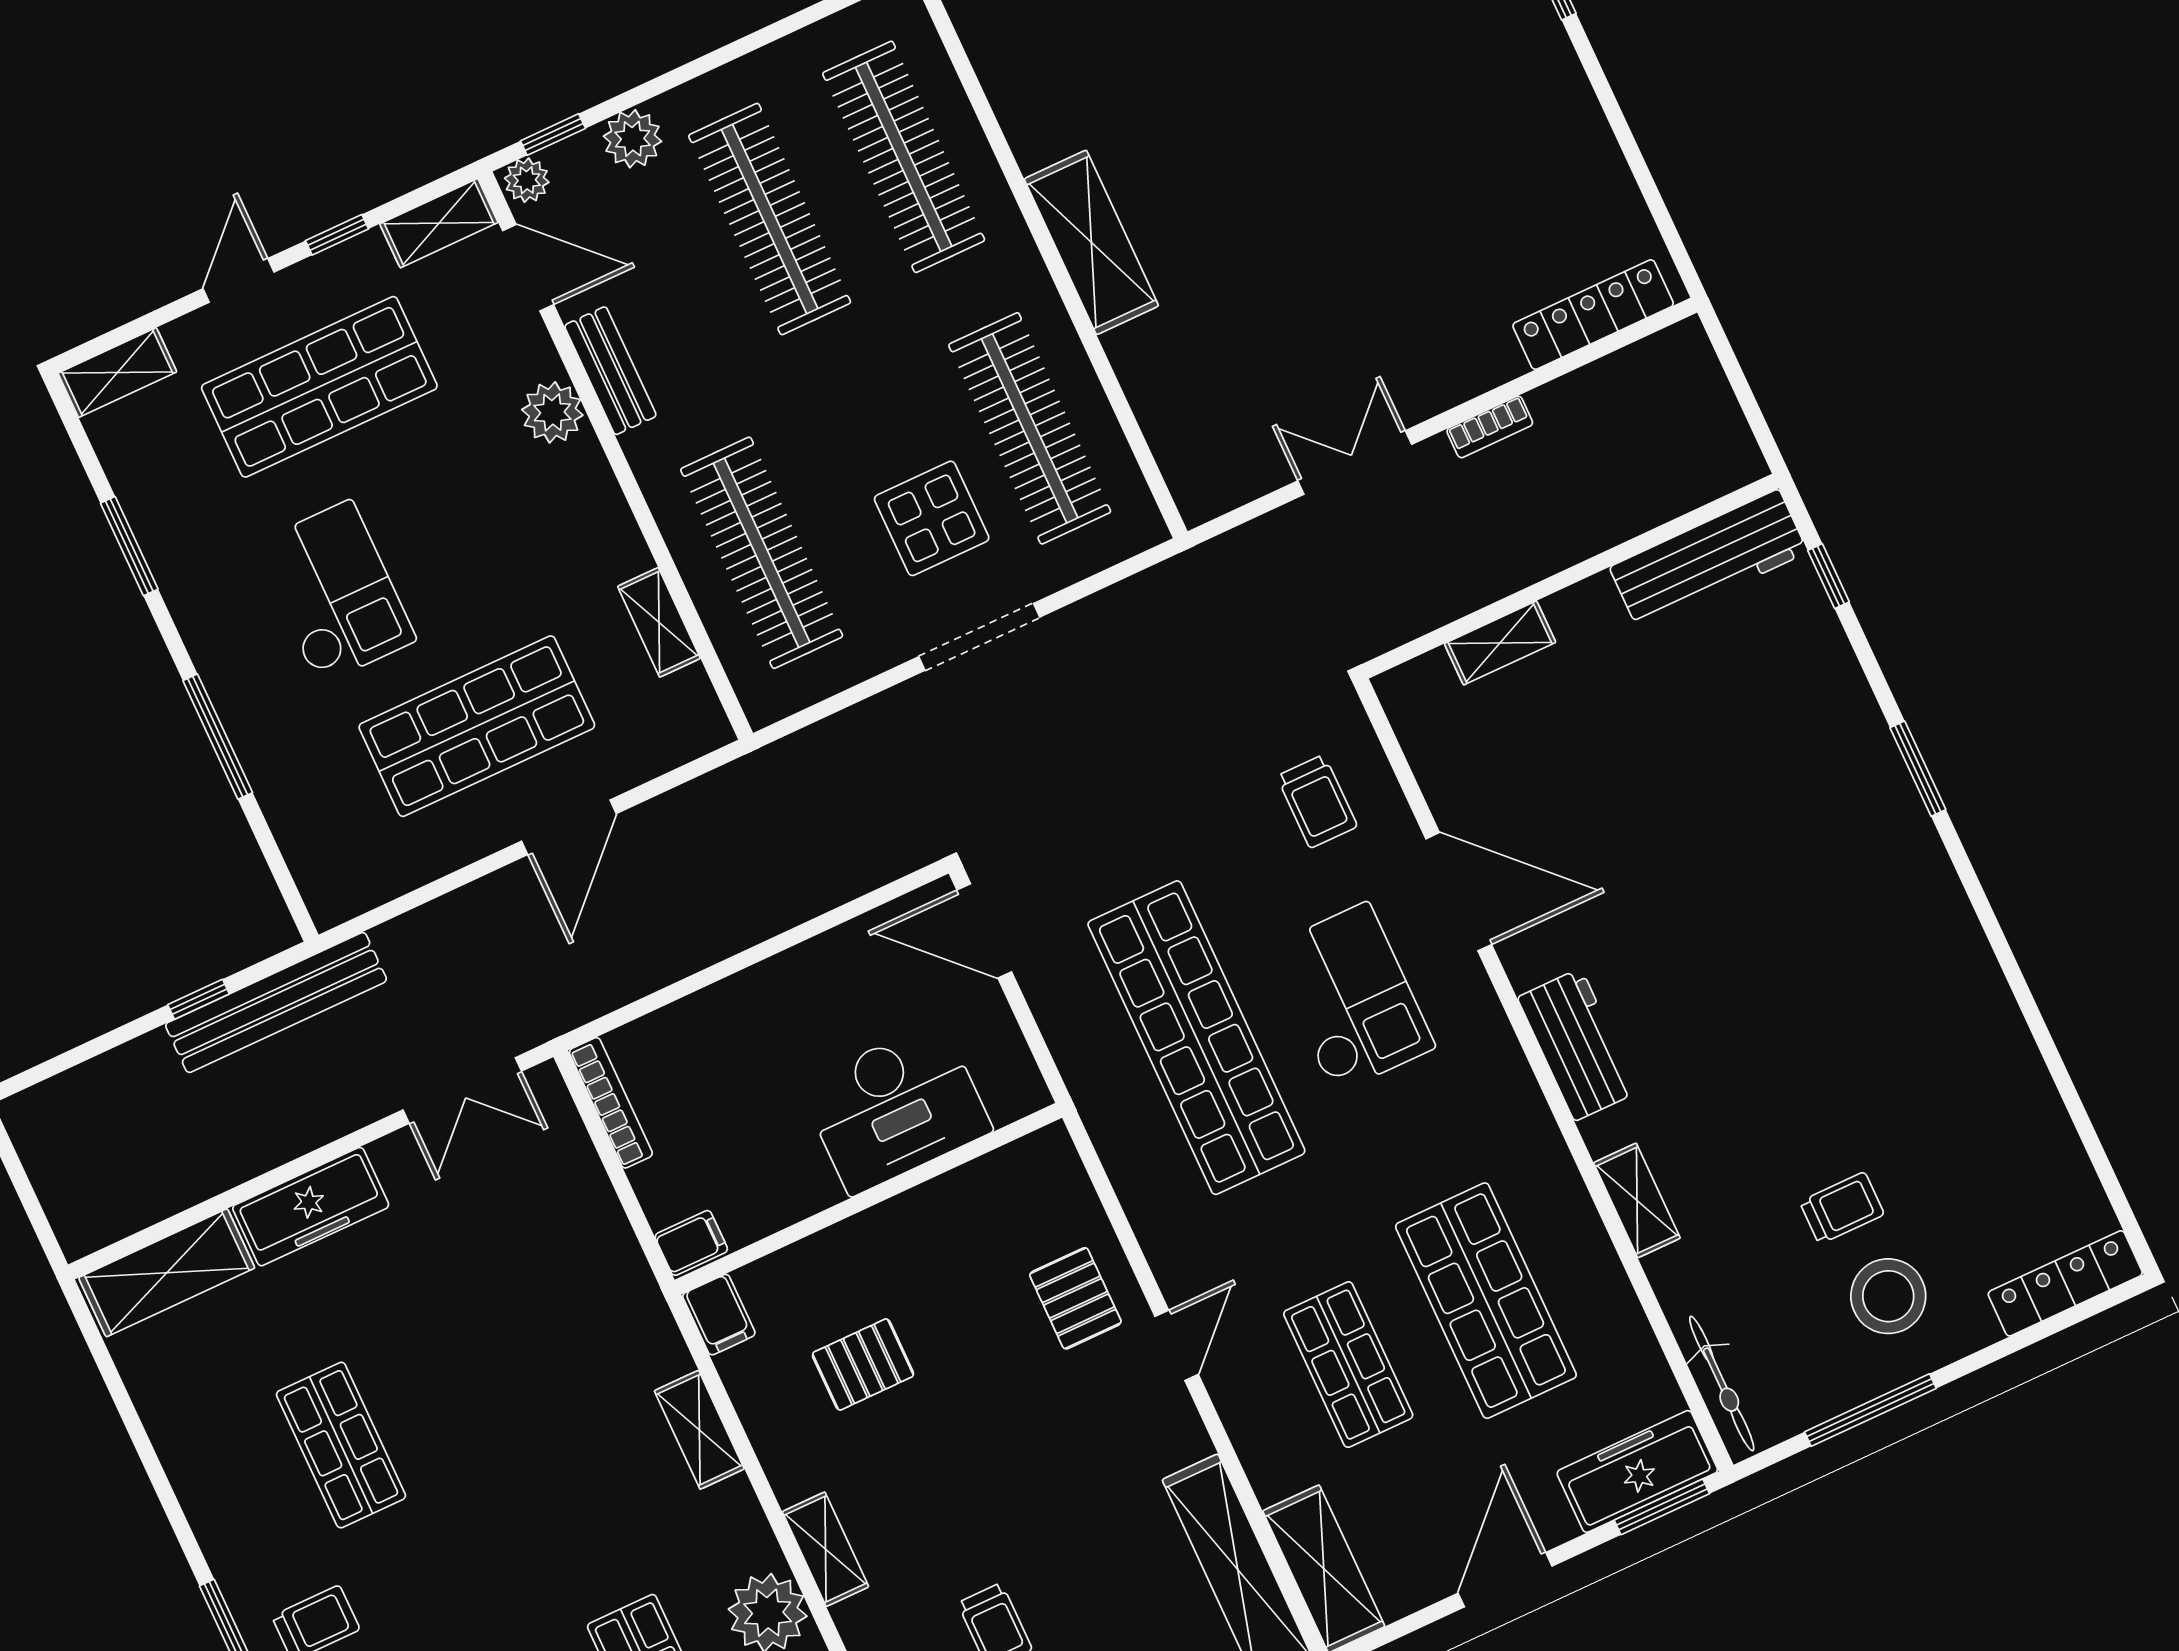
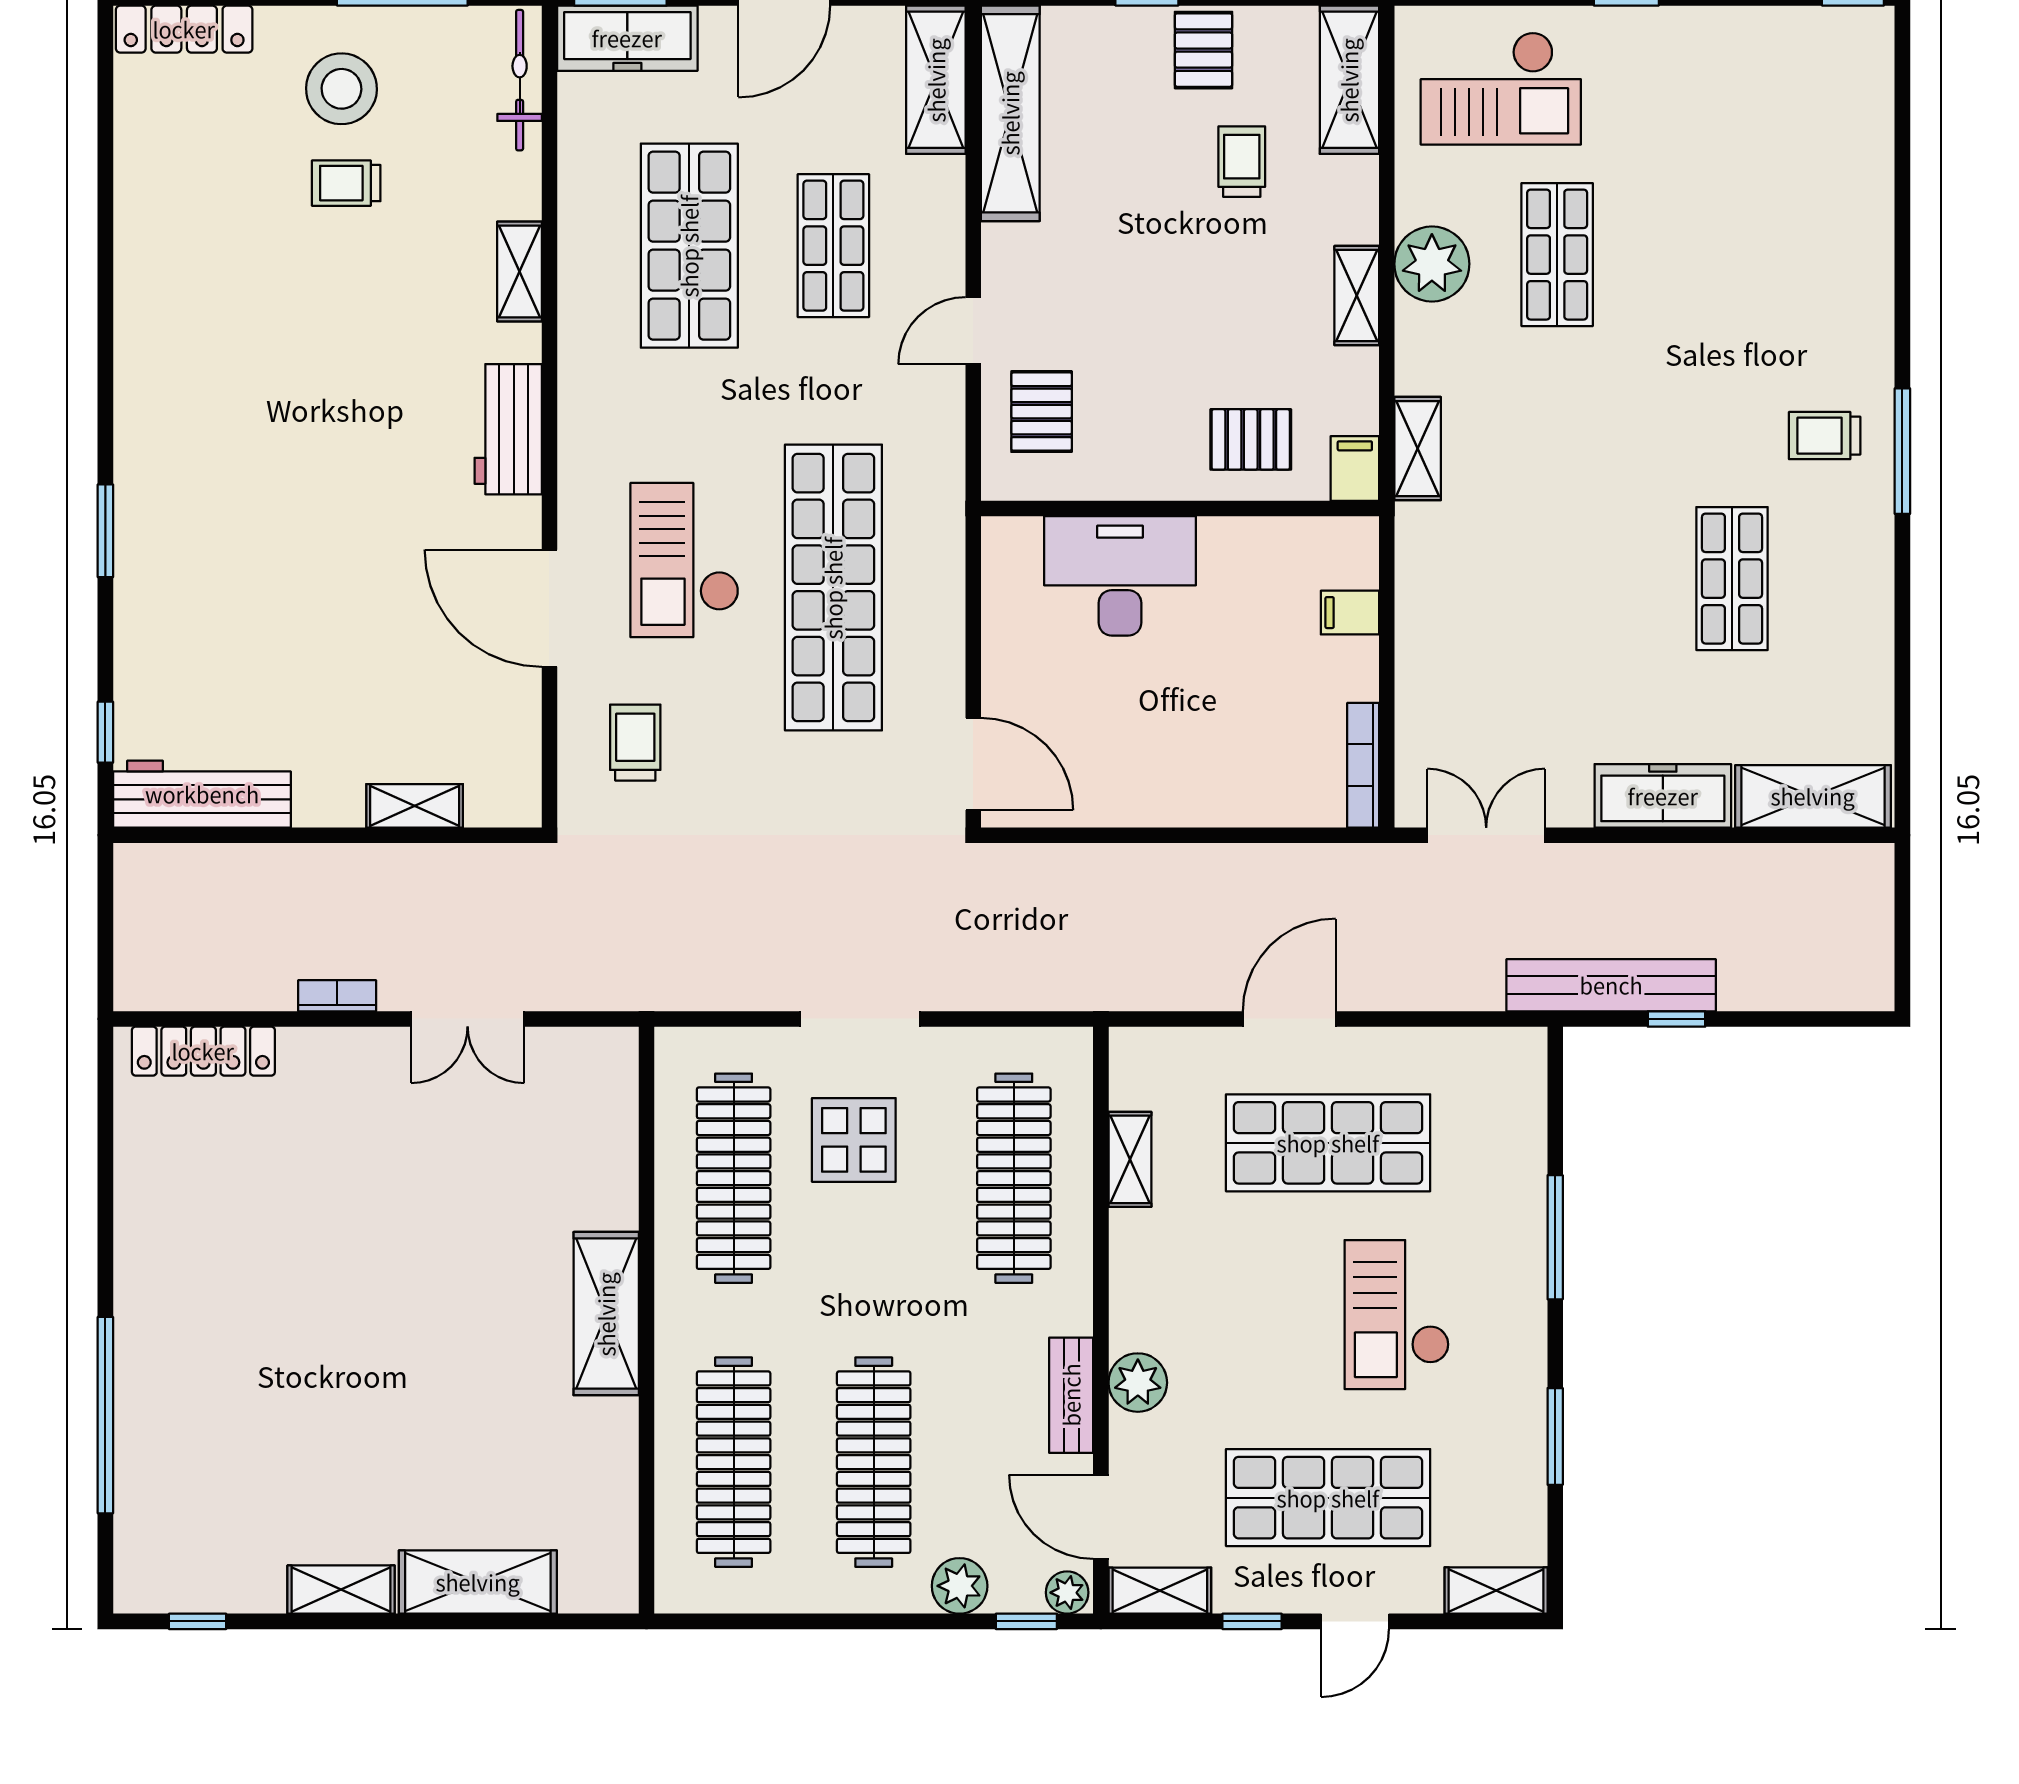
desk: (896, 1108) -> (1120, 576), moved
wall: (868, 1199) -> (1180, 508), moved
filing cabinet: (719, 1315) -> (1355, 468), moved

